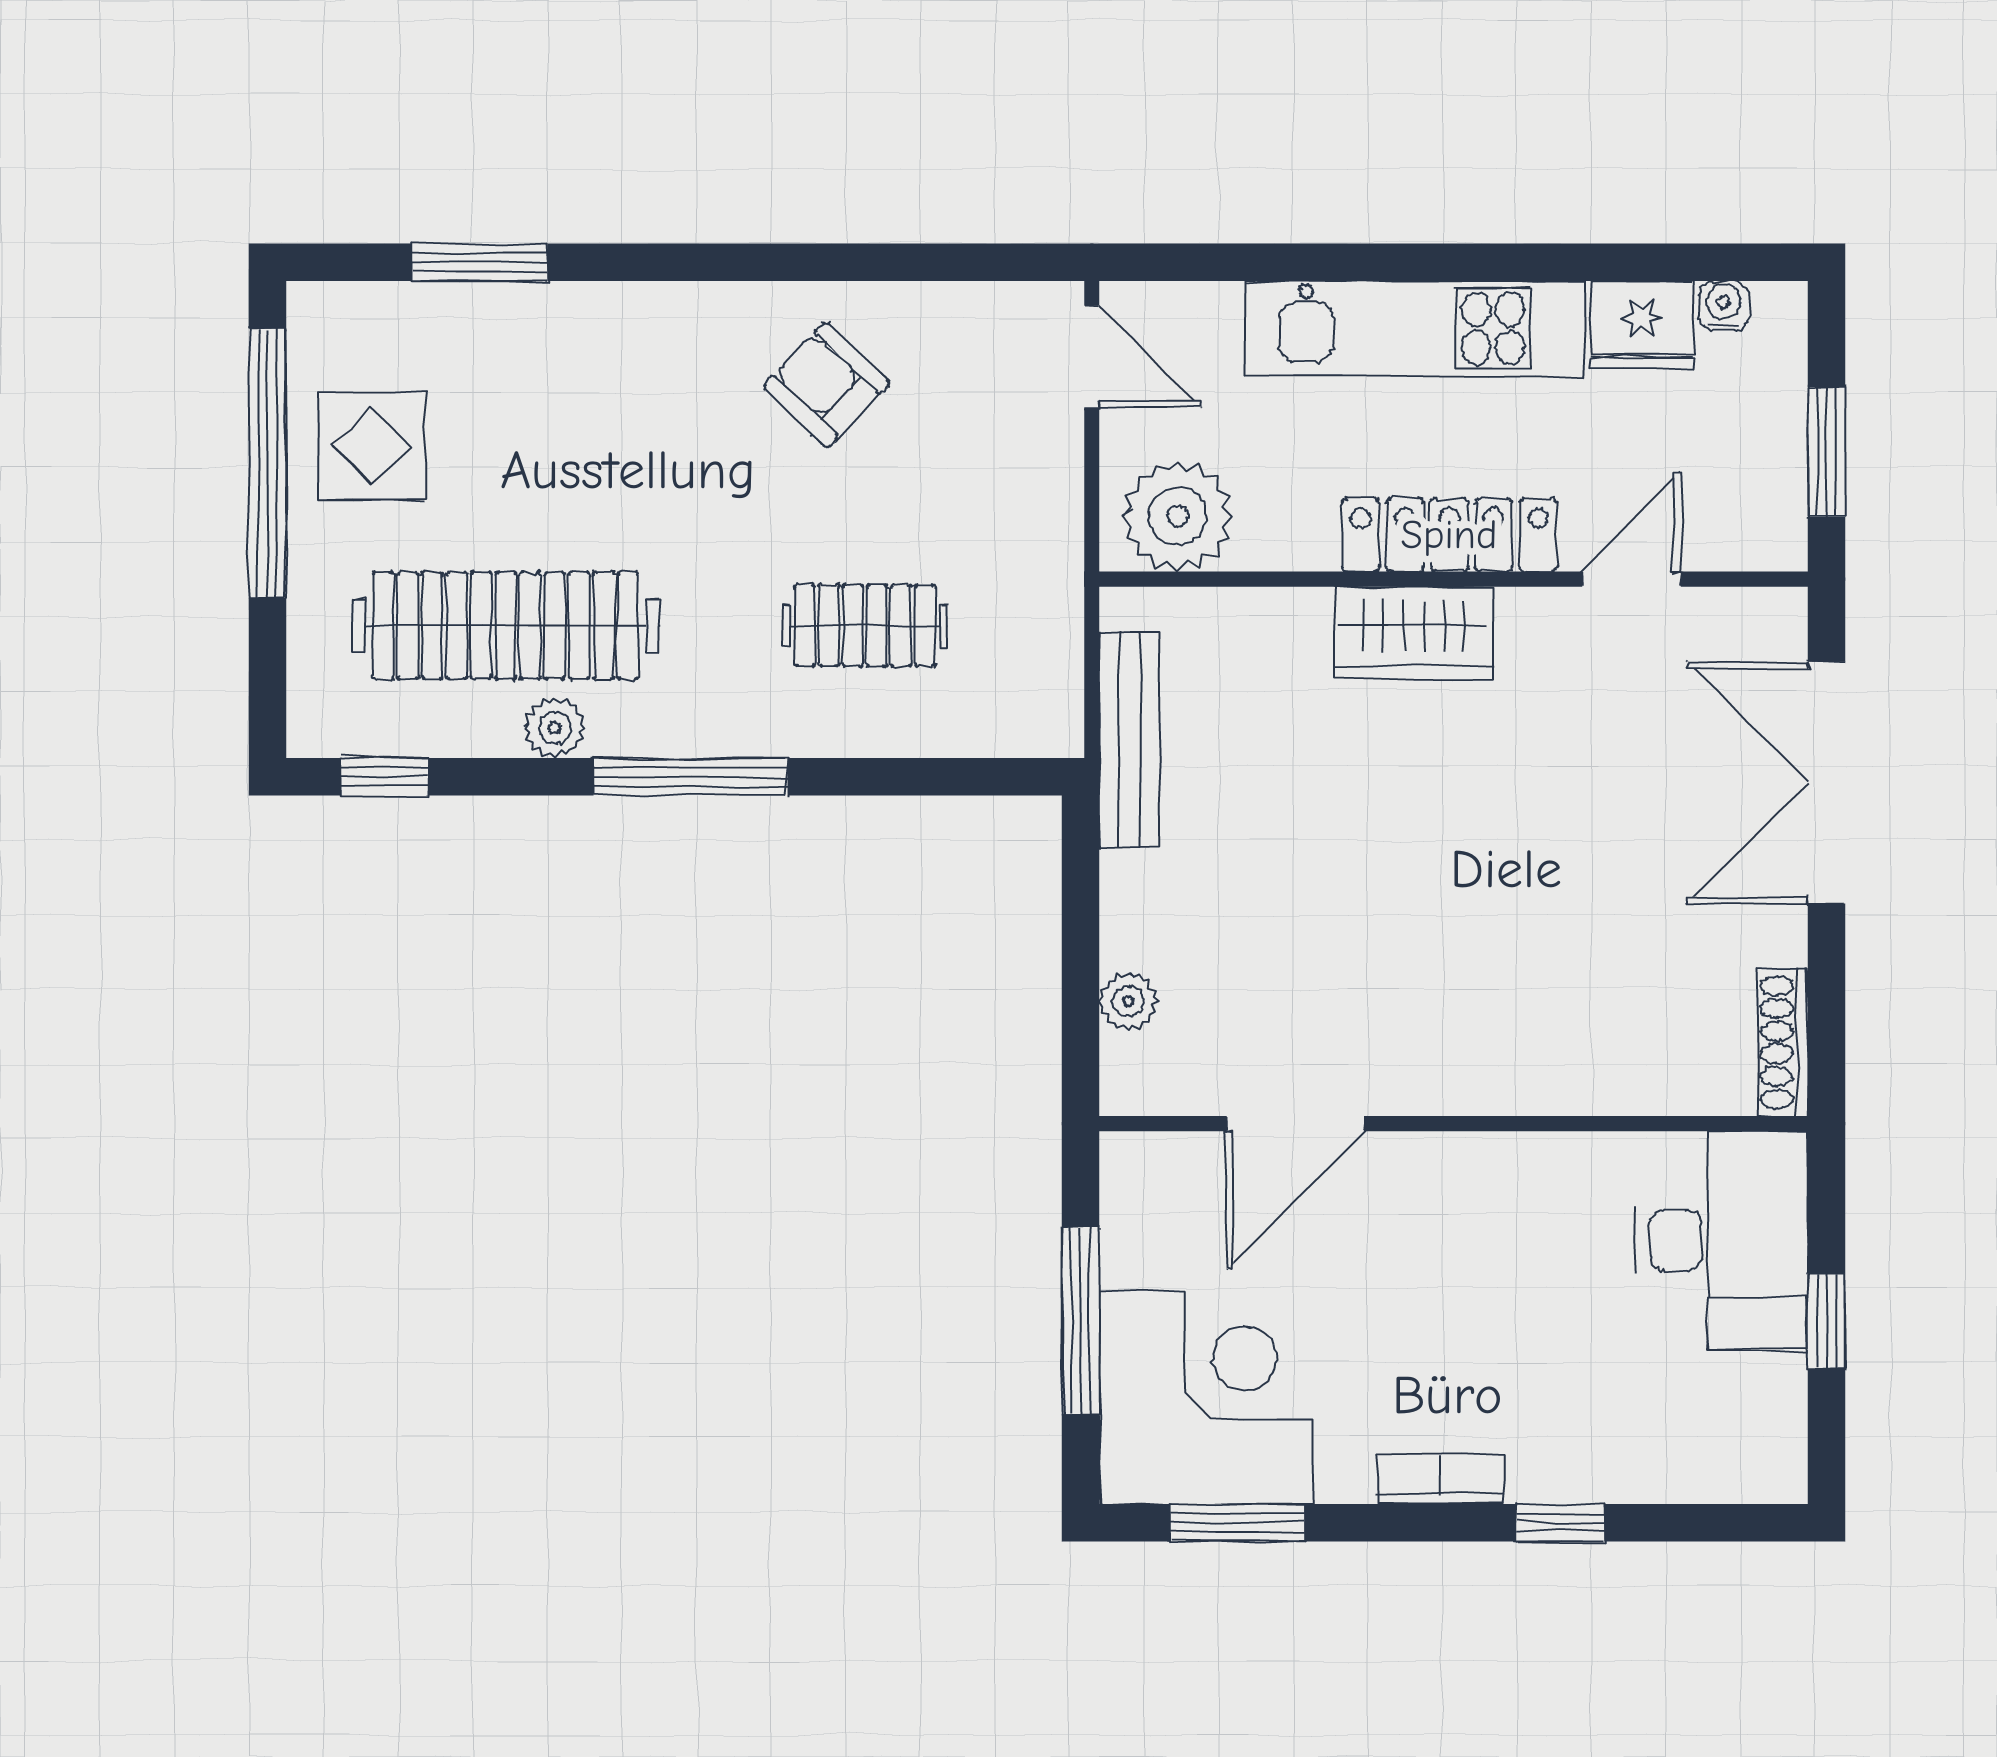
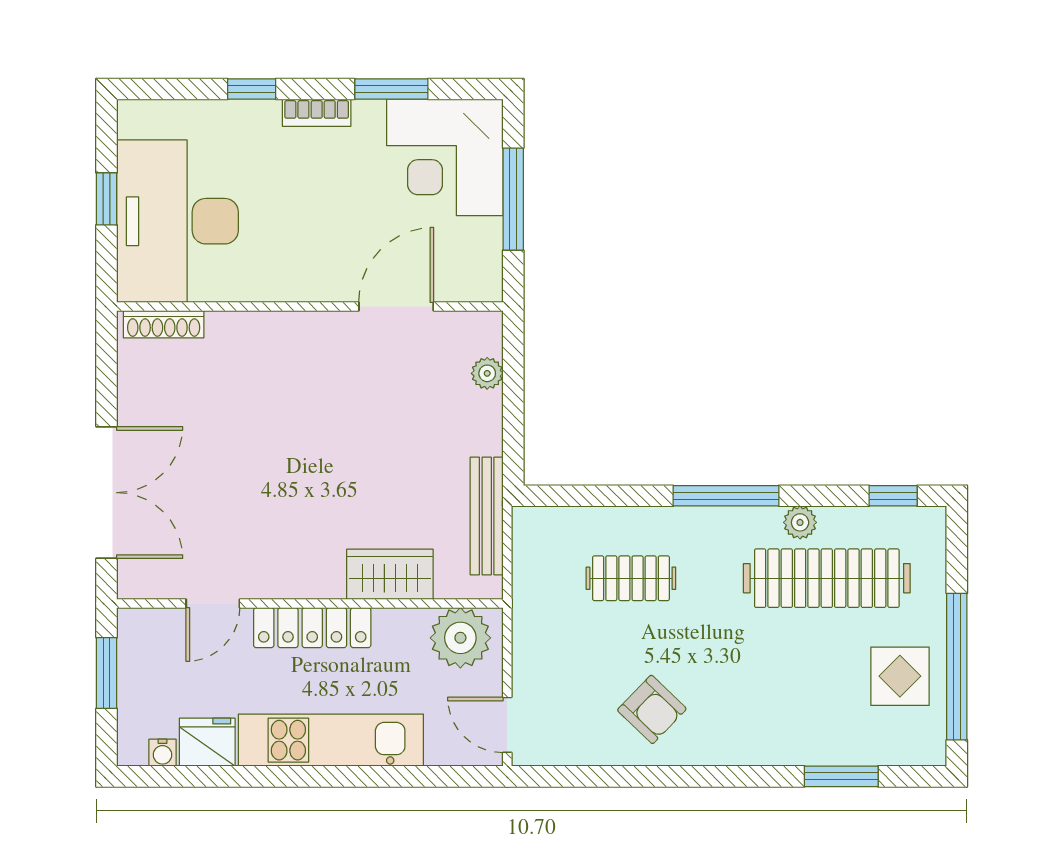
wardrobe: (1413, 633) -> (390, 574), moved
shoe rack: (1783, 1043) -> (164, 324), moved, turned 90
desk: (1722, 1240) -> (178, 221), width x1.36, depth x1.30
window: (1237, 1523) -> (391, 89), moved

